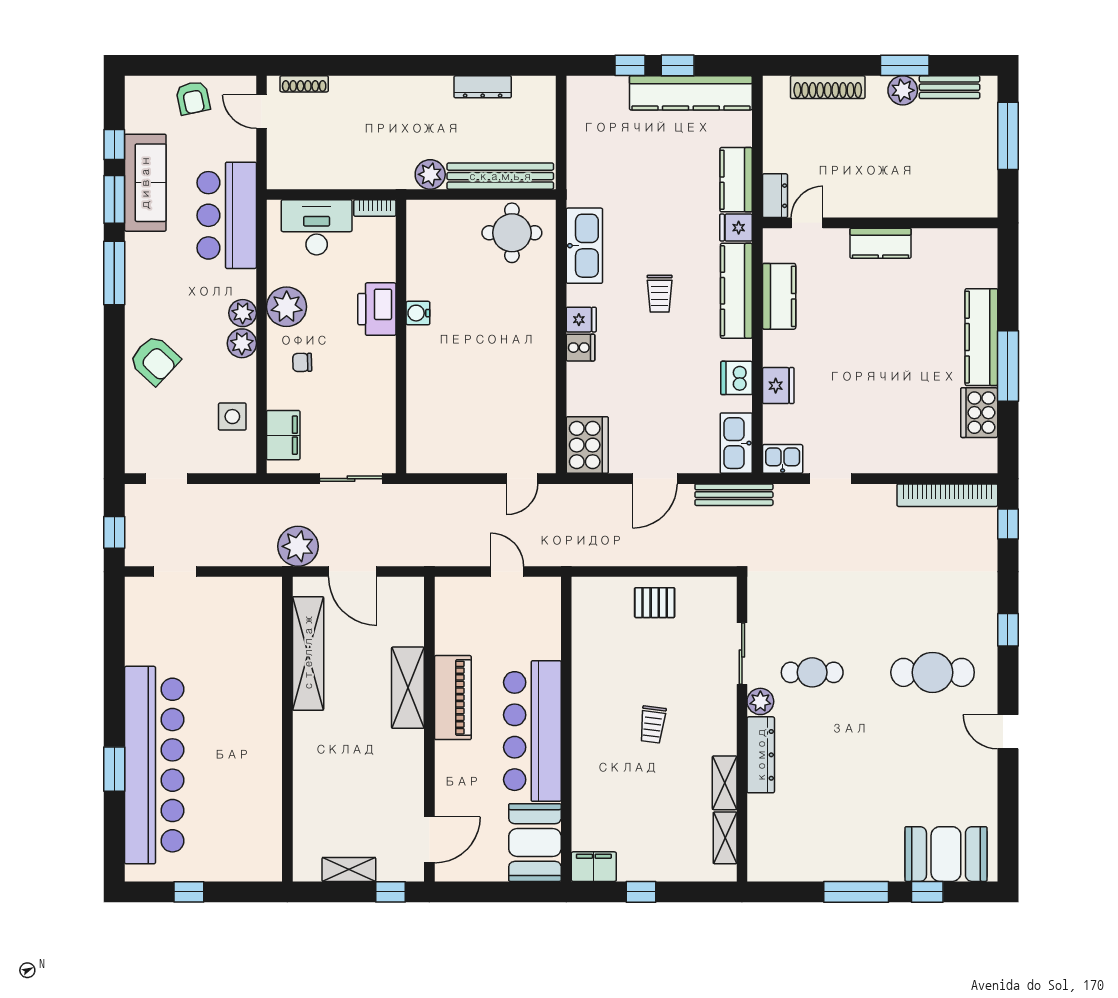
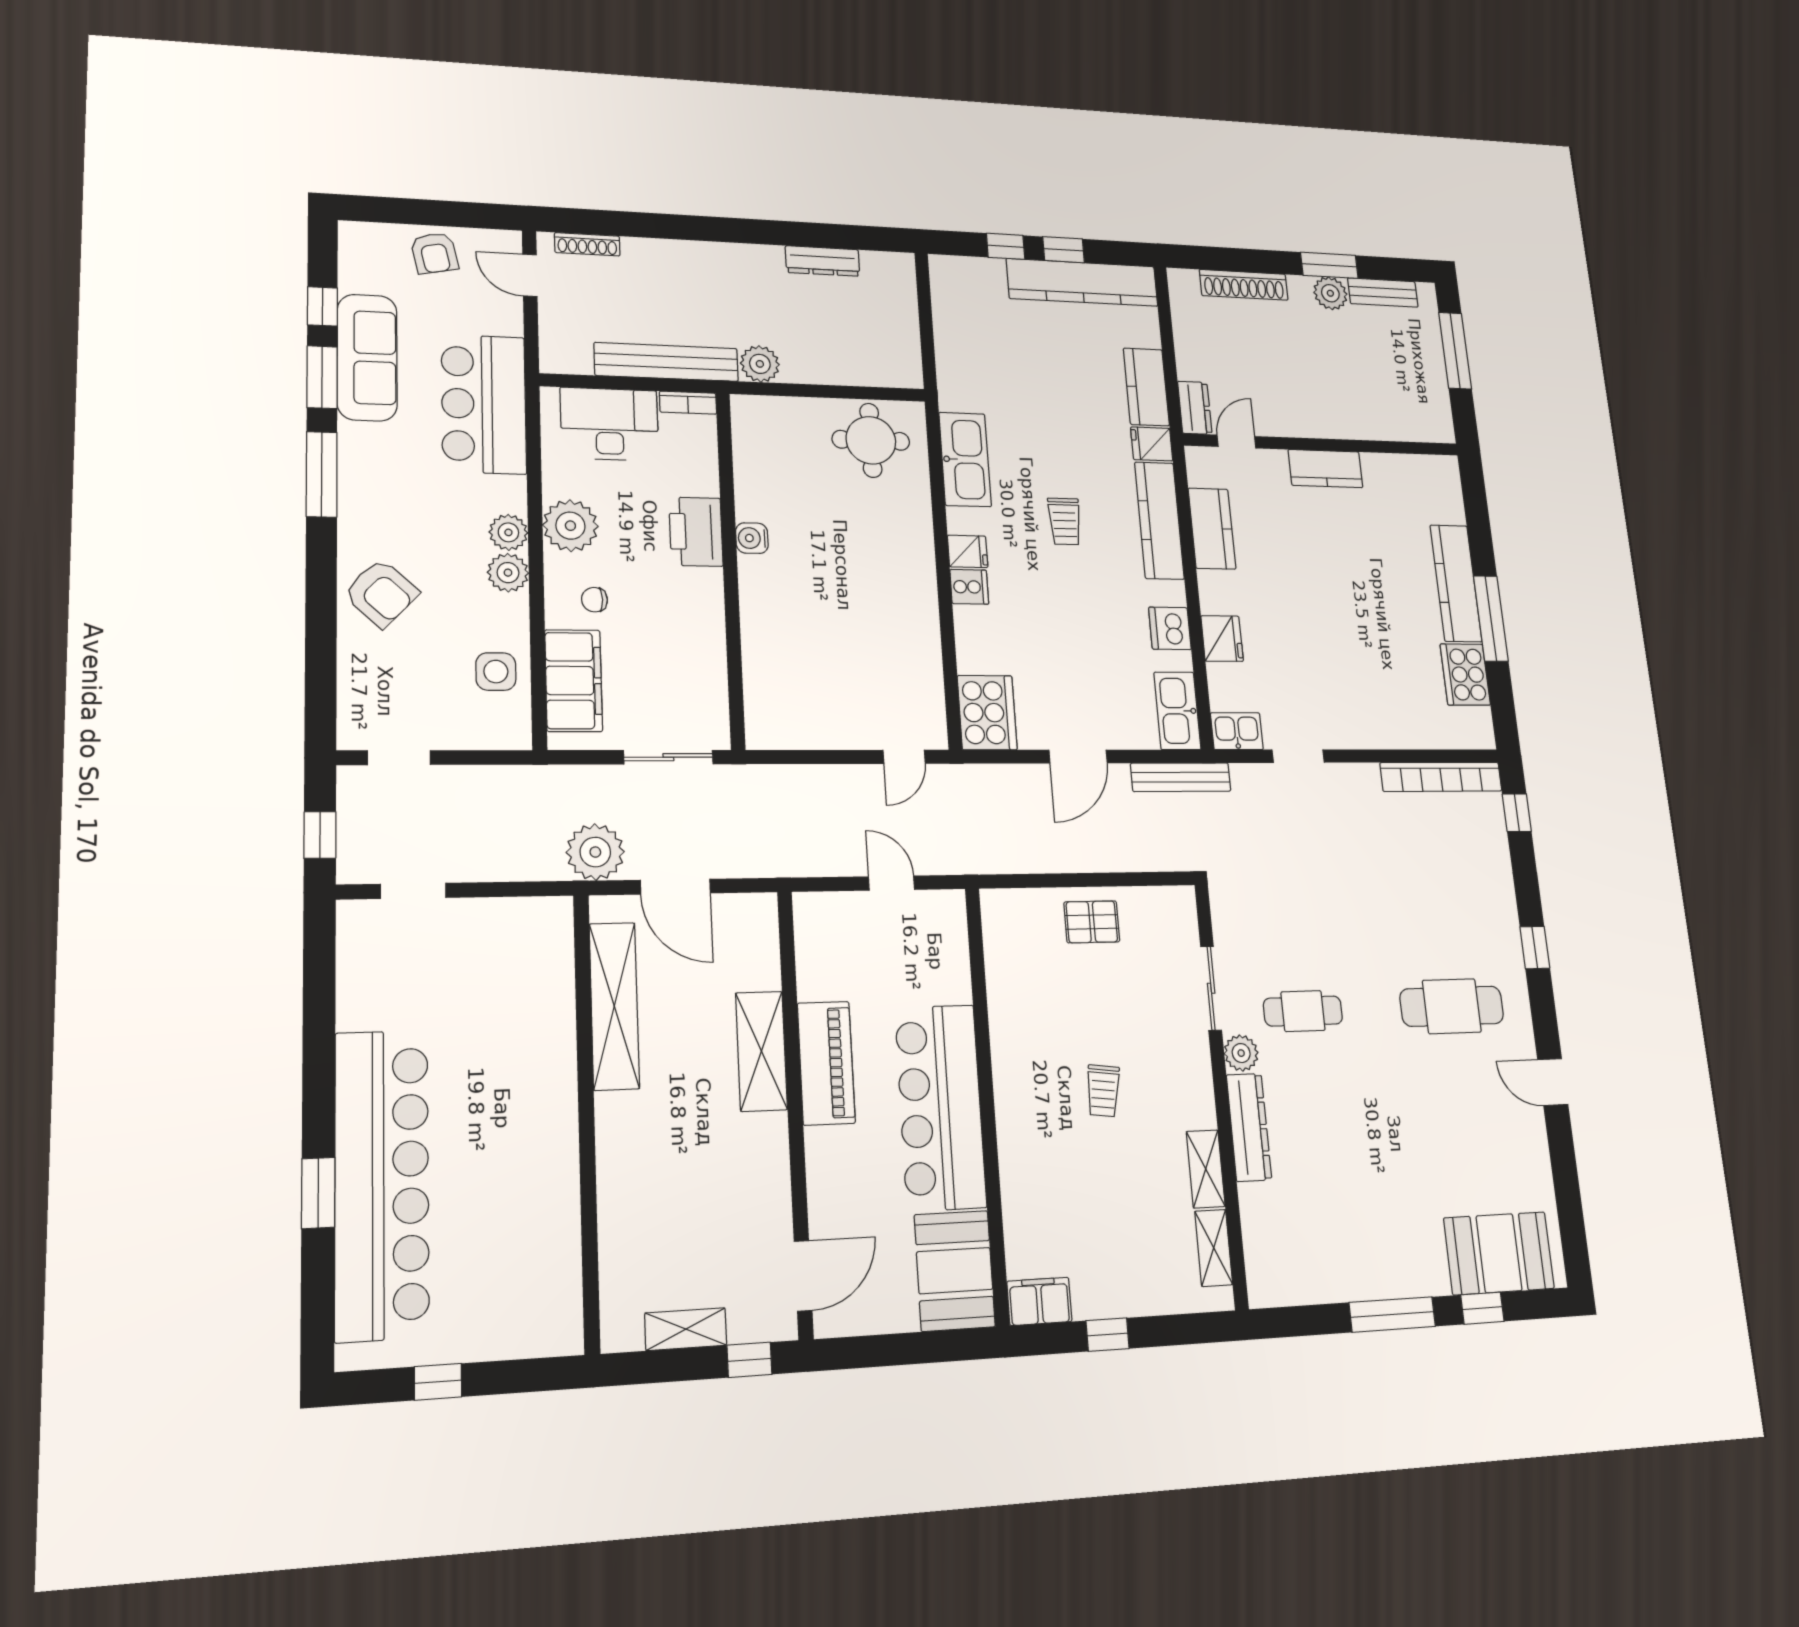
bench: (500, 176) -> (667, 362), moved
filing cabinet: (283, 435) -> (574, 681), width x1.50, depth x1.17

